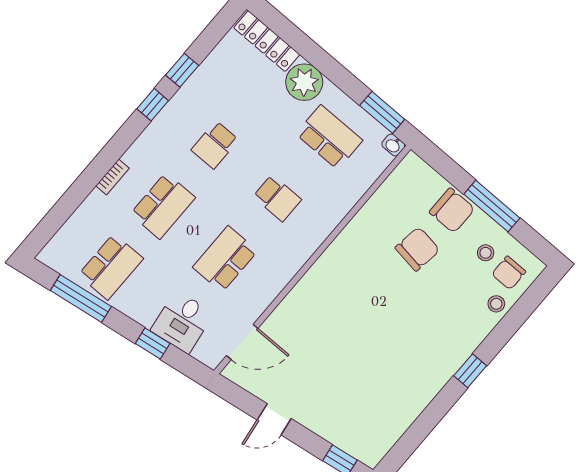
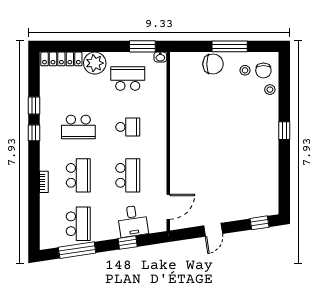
school desk: (215, 145) -> (78, 127), width x1.85
chair: (417, 249) -> (212, 95), removed
school desk: (225, 259) -> (128, 175), turned 180

